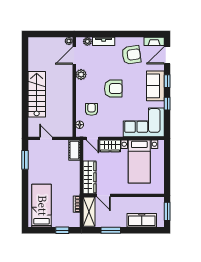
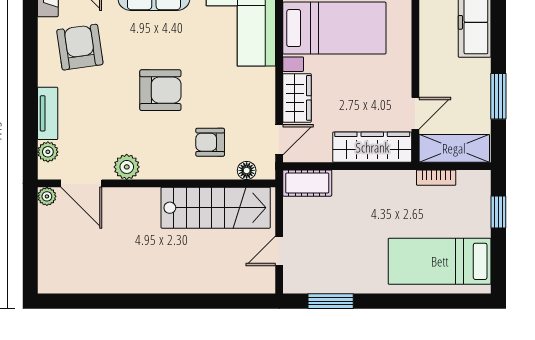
armchair: (113, 89) -> (160, 90), turned 90
stairs: (37, 94) -> (216, 208), moved, turned 180

